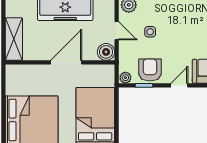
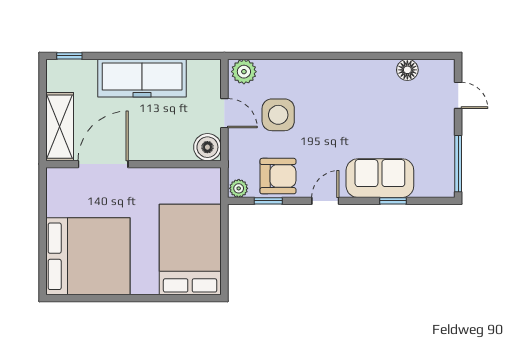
side table: (150, 32) -> (278, 115), width x1.87, depth x1.87
door: (66, 62) -> (103, 164), moved
armchair: (150, 70) -> (278, 176), turned 90

